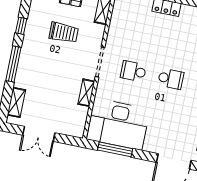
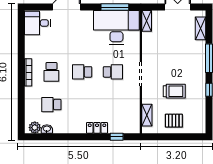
trolley: (64, 33) -> (174, 91), turned 180
shelving: (86, 93) -> (147, 21), moved

